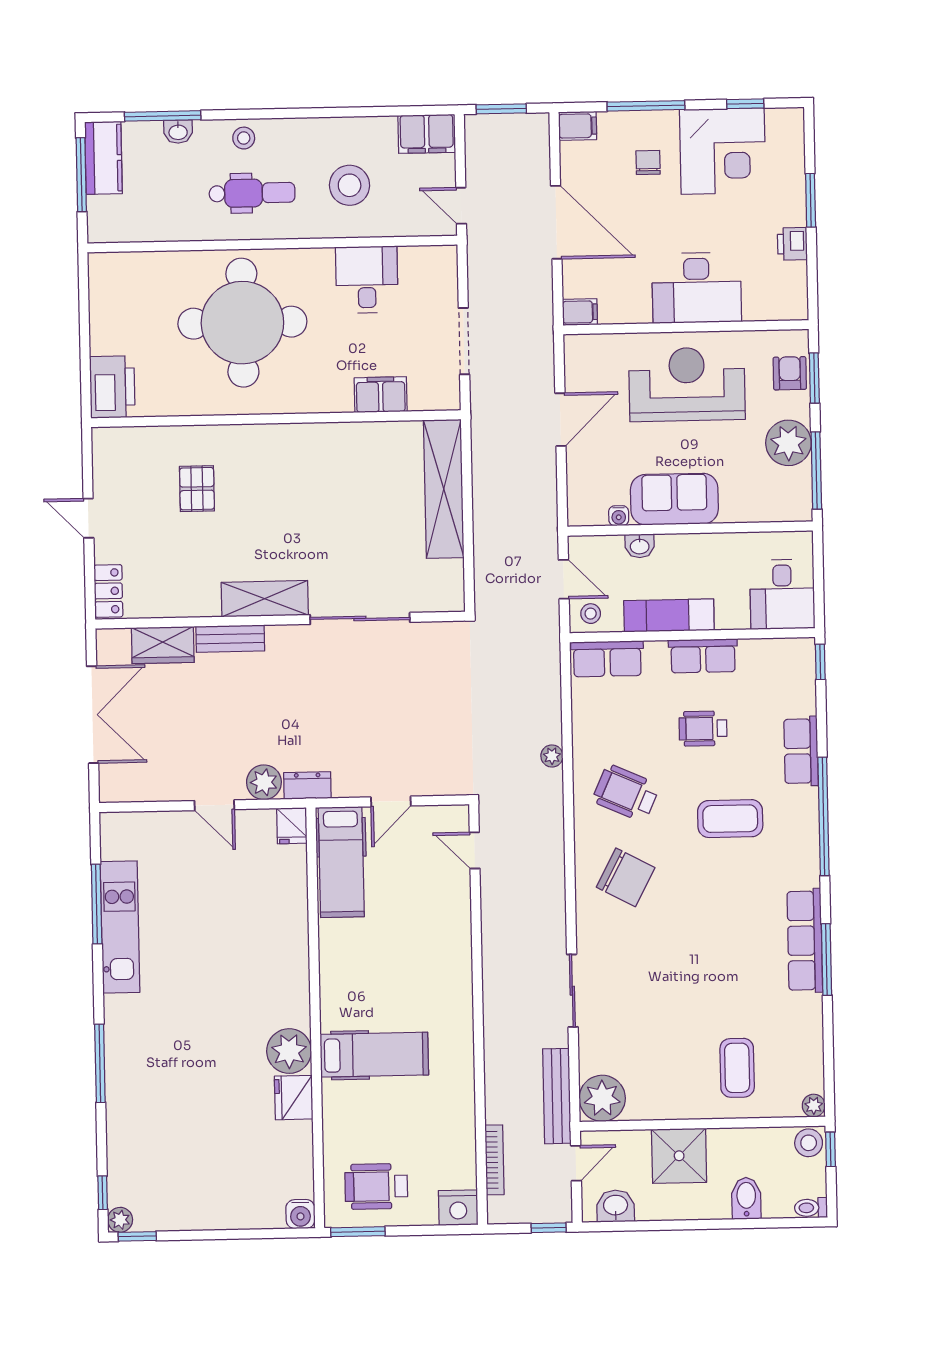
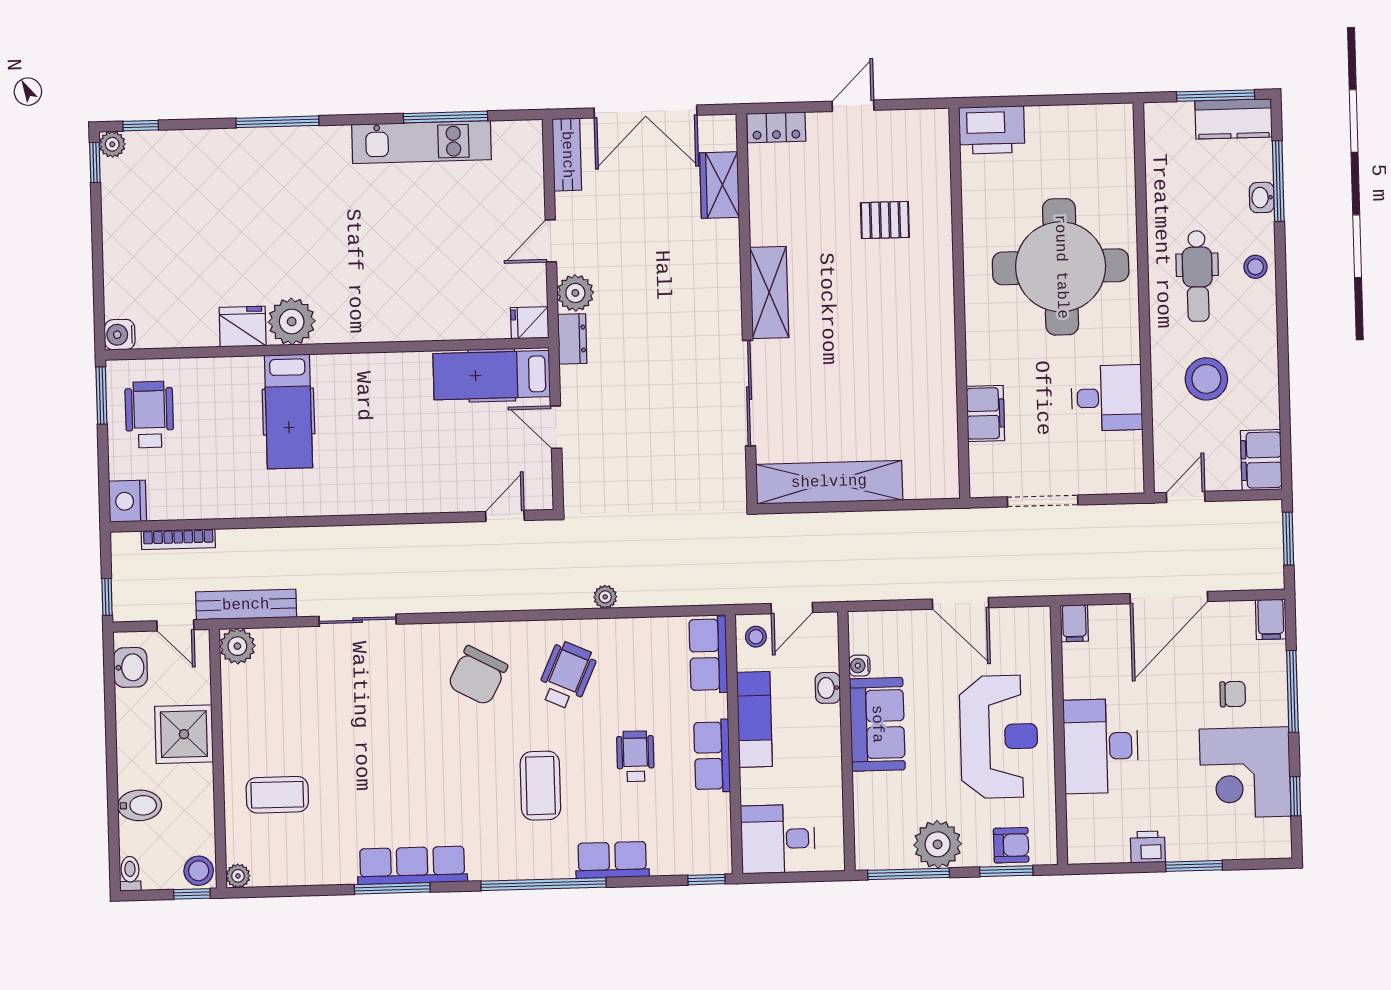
shelving: (444, 489) -> (829, 482), moved
bench: (230, 639) -> (567, 155), moved
plant: (602, 1098) -> (237, 646), width x0.73, depth x0.73

